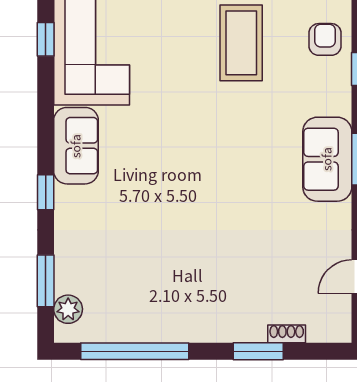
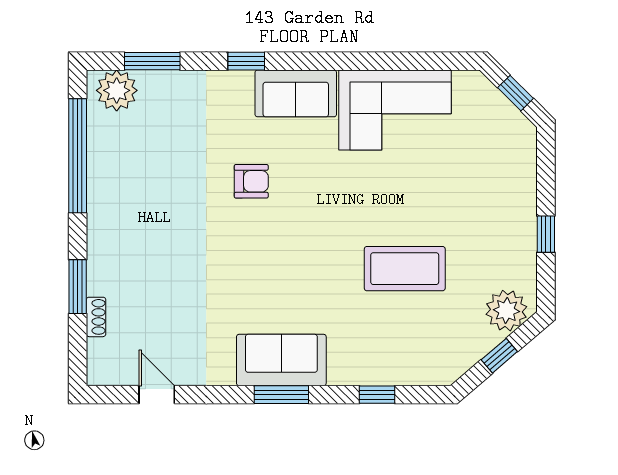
window: (46, 39) -> (409, 61), removed
armchair: (325, 39) -> (251, 181), moved
plant: (68, 309) -> (117, 90), width x1.36, depth x1.36

